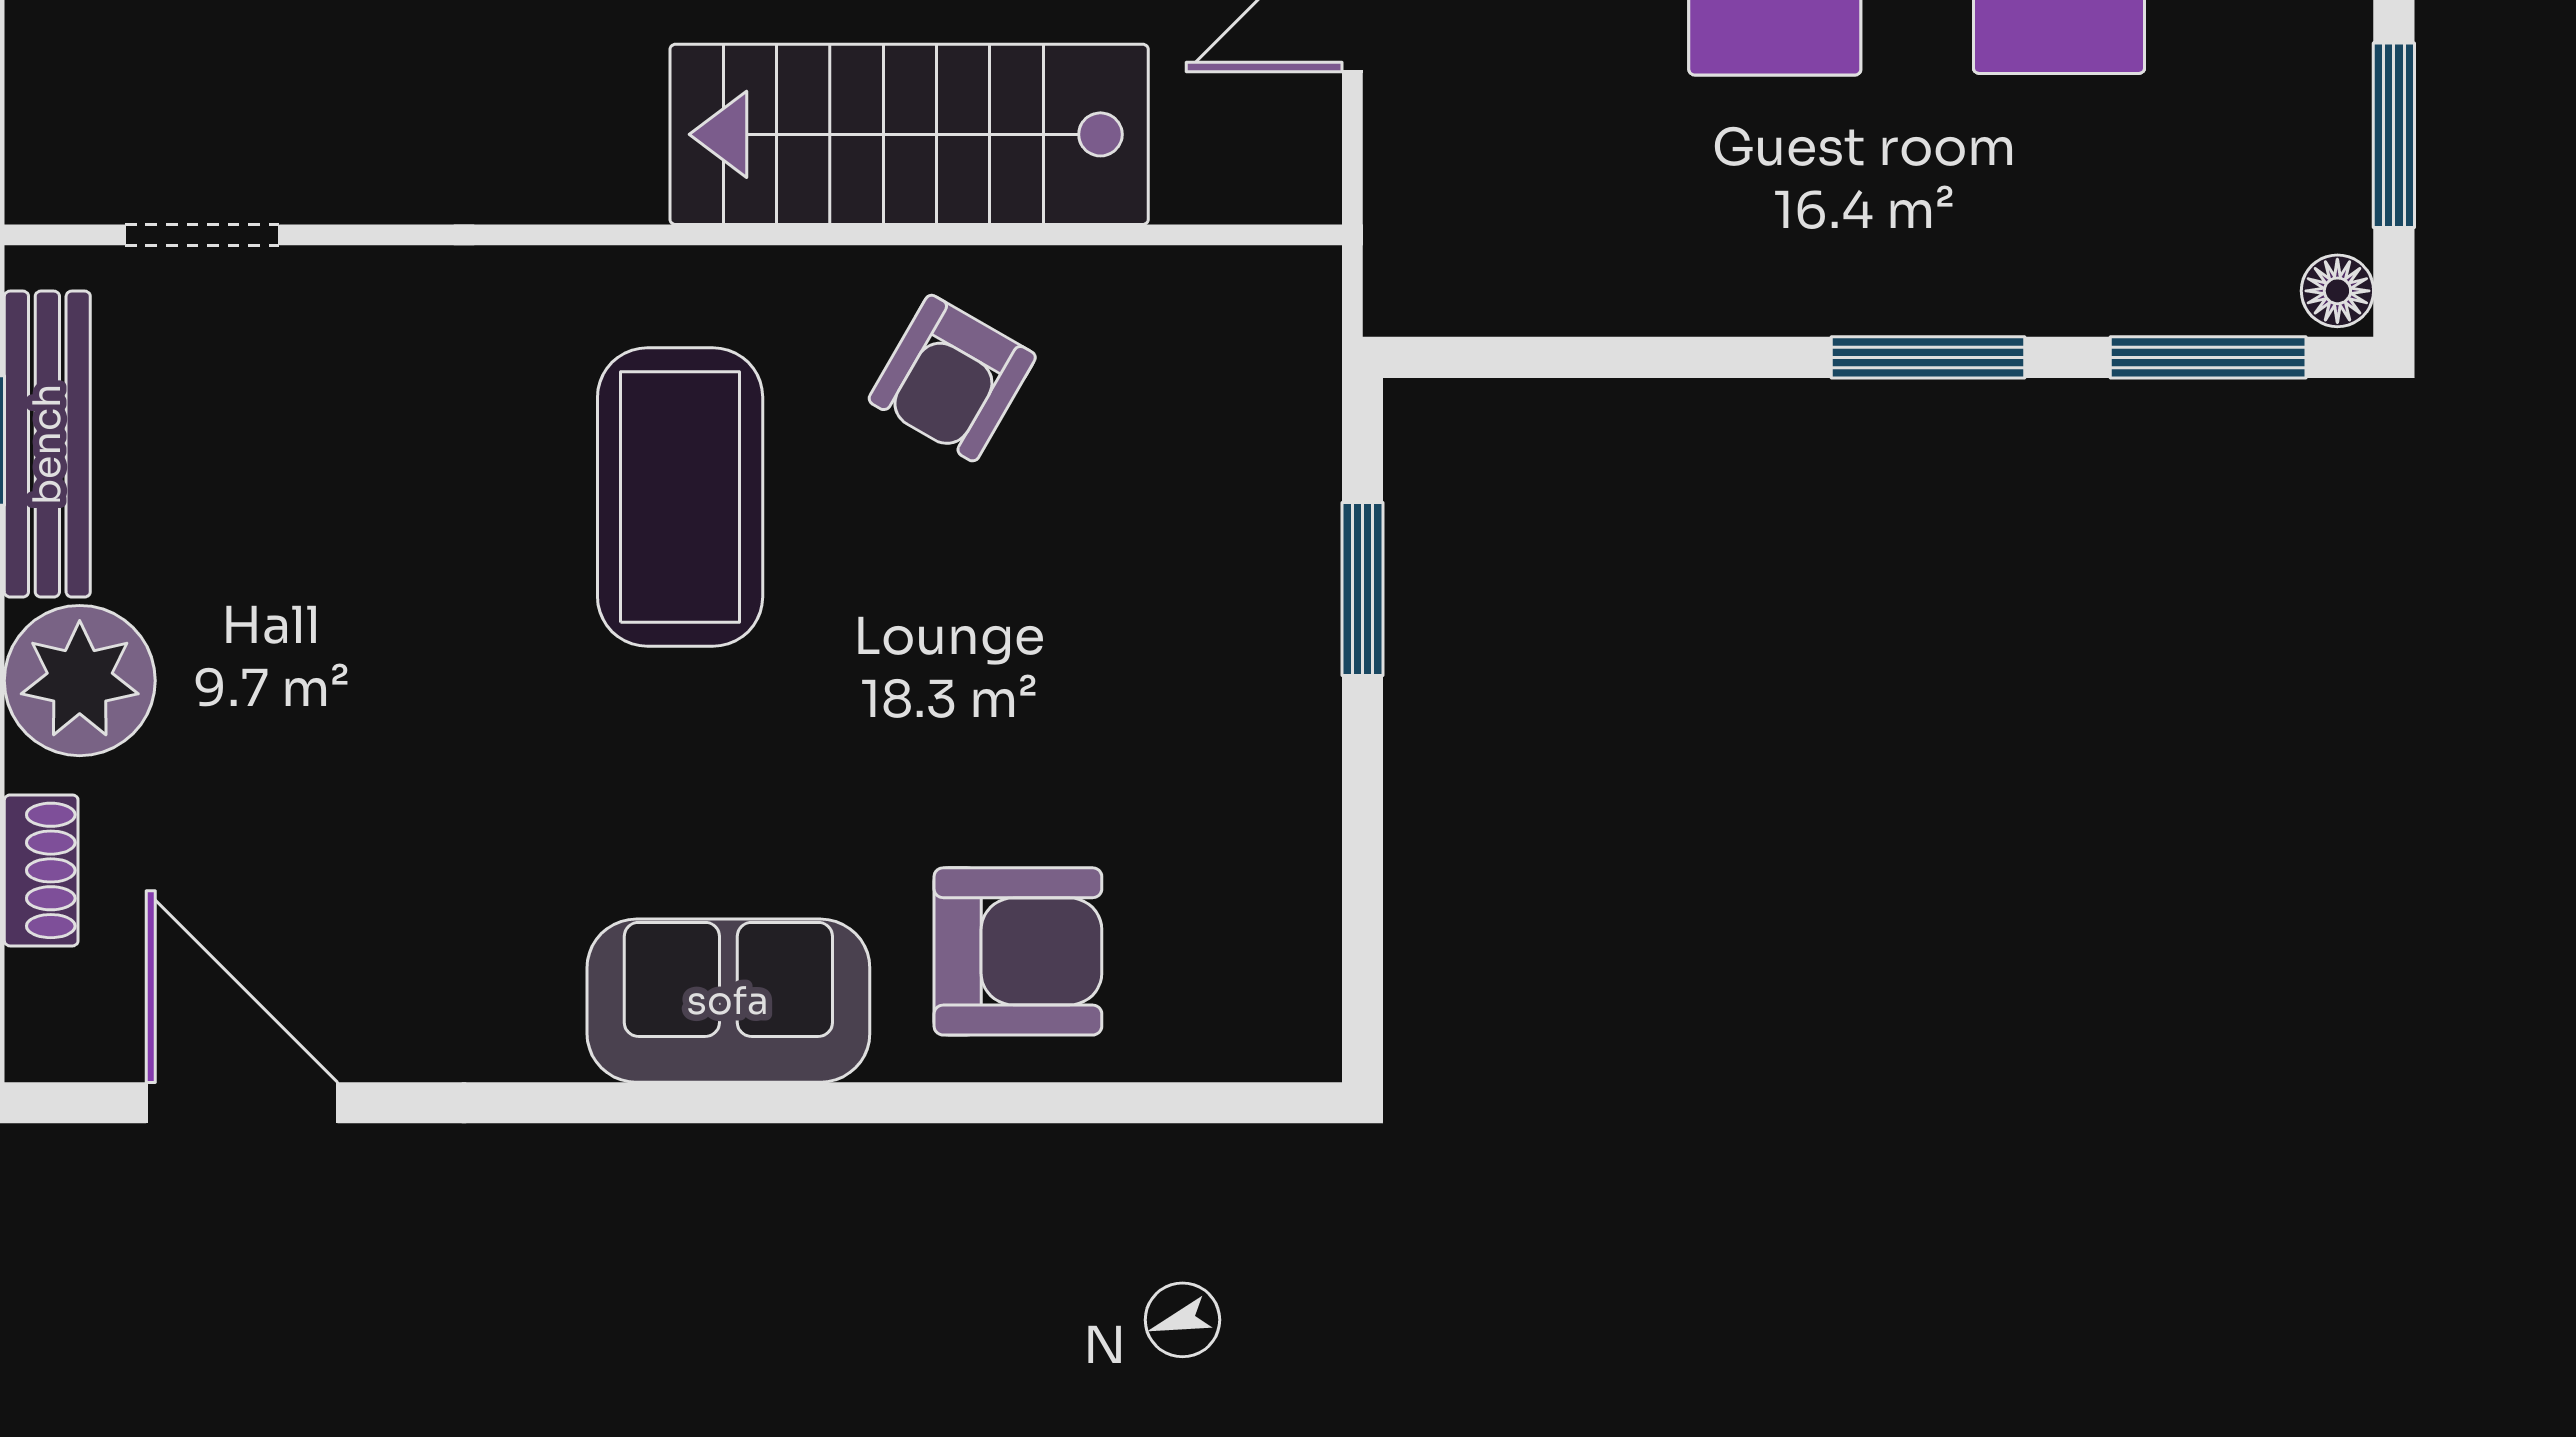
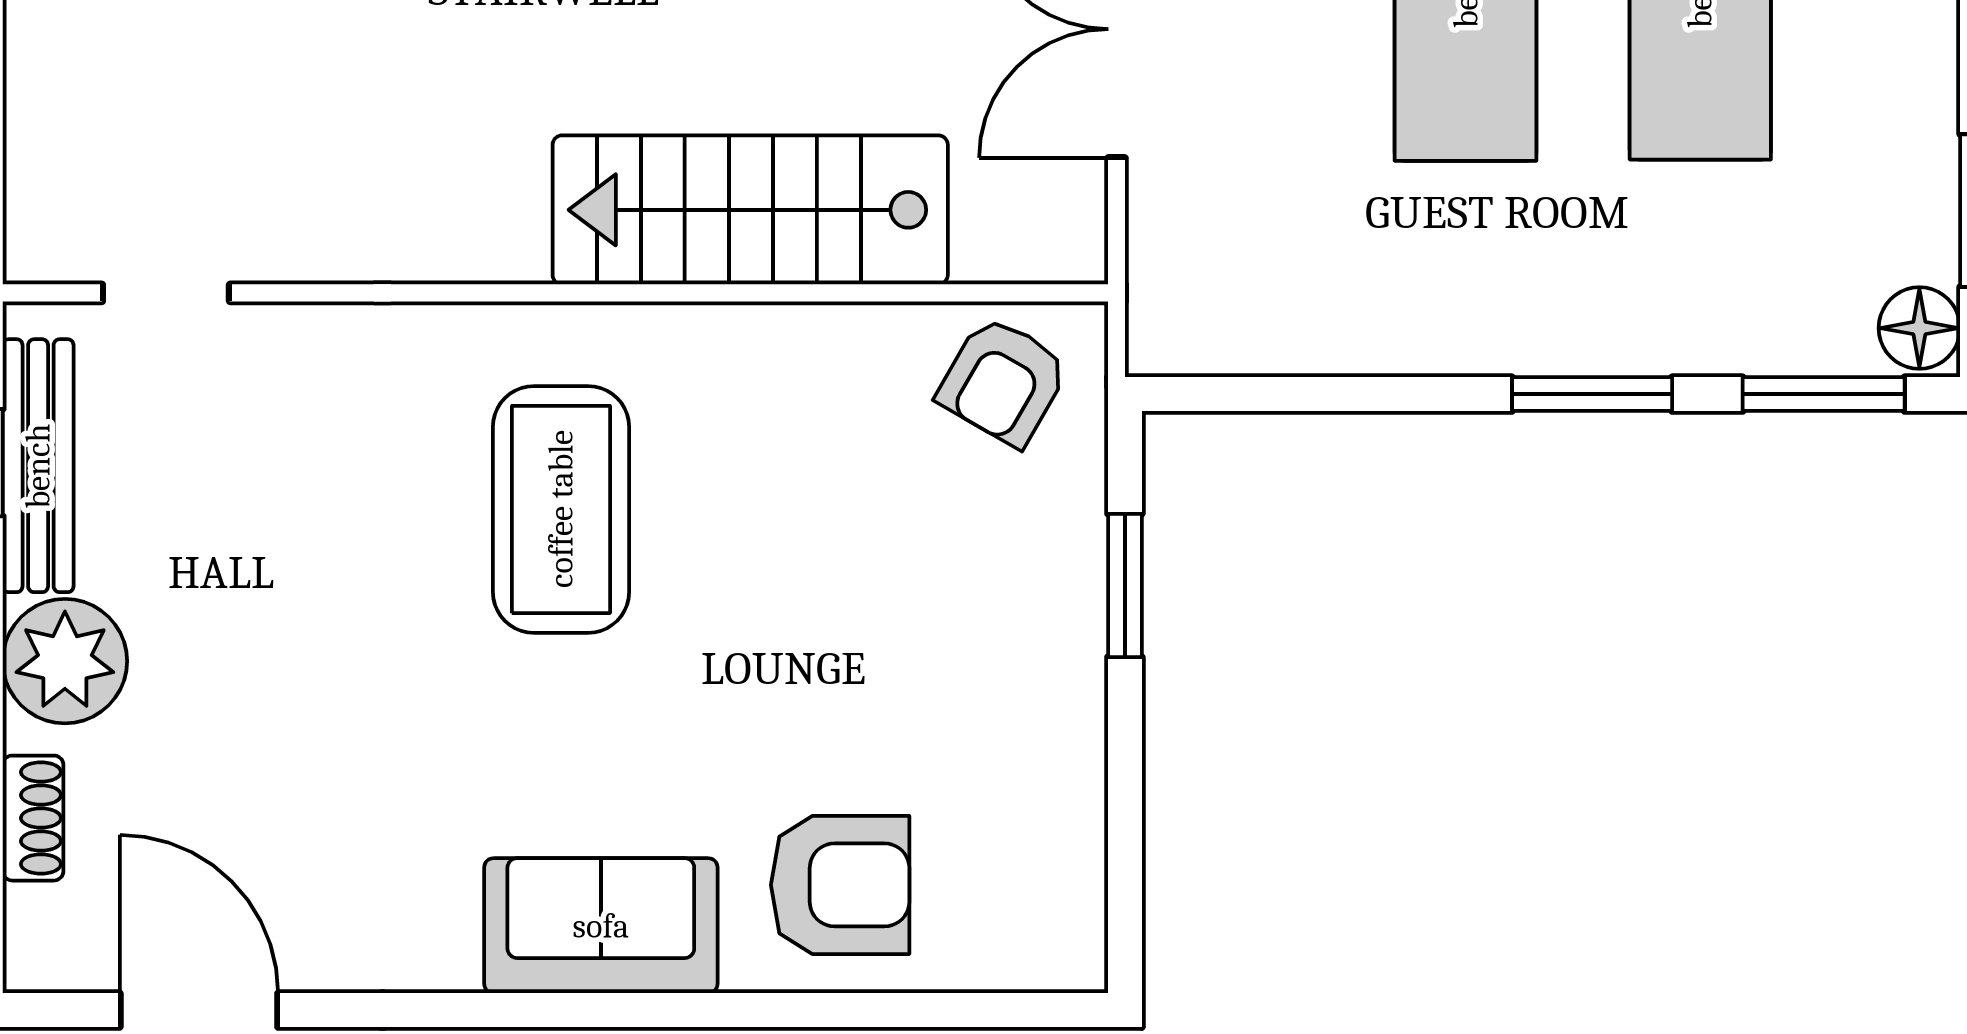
floor lamp: (2337, 291) -> (1919, 328), width x1.37, depth x1.37
armchair: (952, 378) -> (1003, 381), moved

